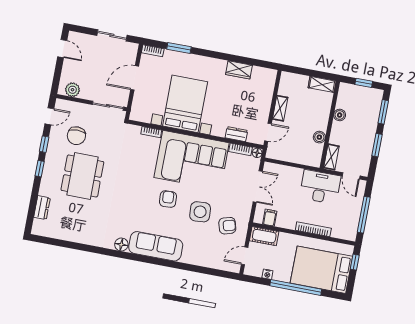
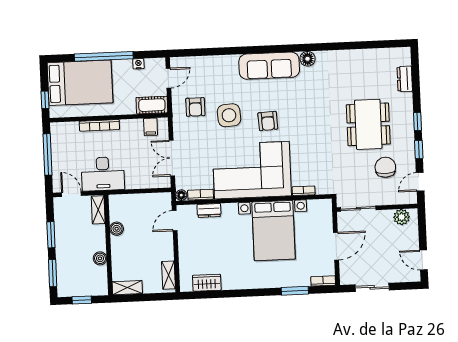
wardrobe: (239, 70) -> (207, 283), moved
shelving: (280, 108) -> (168, 275), moved
armchair: (227, 226) -> (195, 107), turned -74

